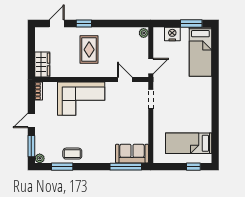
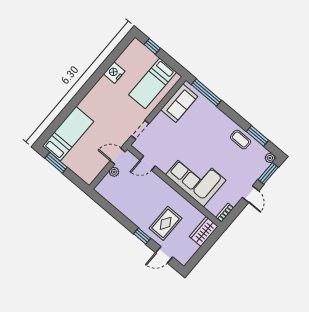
plant: (144, 33) -> (114, 172), moved
nightstand: (172, 34) -> (114, 73), moved, turned 90
rug: (89, 50) -> (166, 223), moved
door: (125, 80) -> (148, 163), hinge flipped
door: (31, 120) -> (251, 194), hinge flipped
bed: (189, 143) -> (153, 83), moved, turned 90
sofa: (132, 154) -> (179, 103), moved, turned -90

